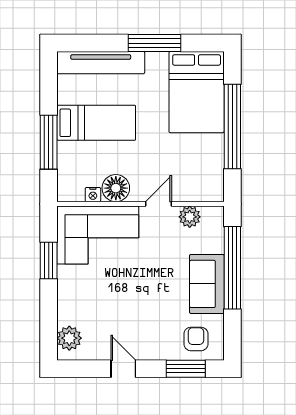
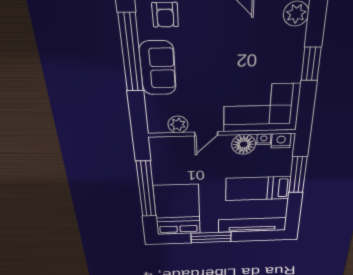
nightstand: (73, 192) -> (281, 141), added
window: (49, 261) -> (311, 64), moved
window: (232, 268) -> (131, 53), moved

